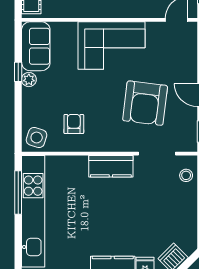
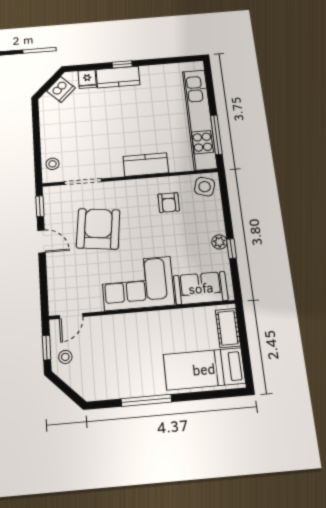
sofa: (36, 46) -> (201, 288), moved, turned 90
kitchen counter: (111, 166) -> (146, 165), moved

